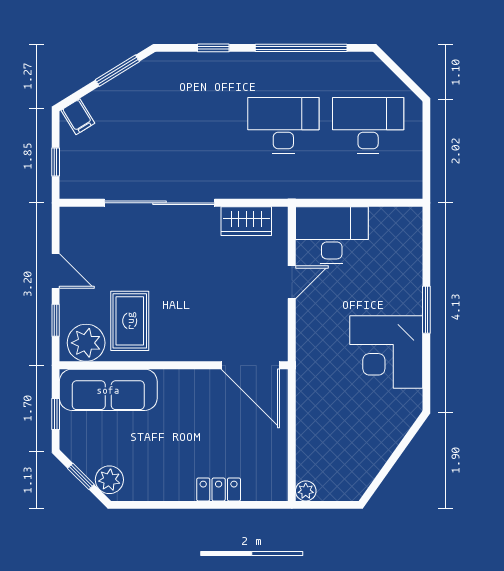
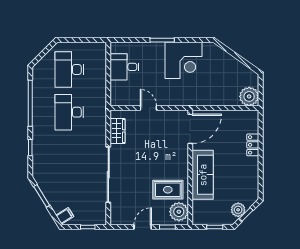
desk: (332, 235) -> (125, 67), moved, width x0.73
sofa: (108, 390) -> (203, 175), moved
plant: (109, 480) -> (238, 210), moved
plant: (306, 491) -> (249, 96), width x1.88, depth x1.88

